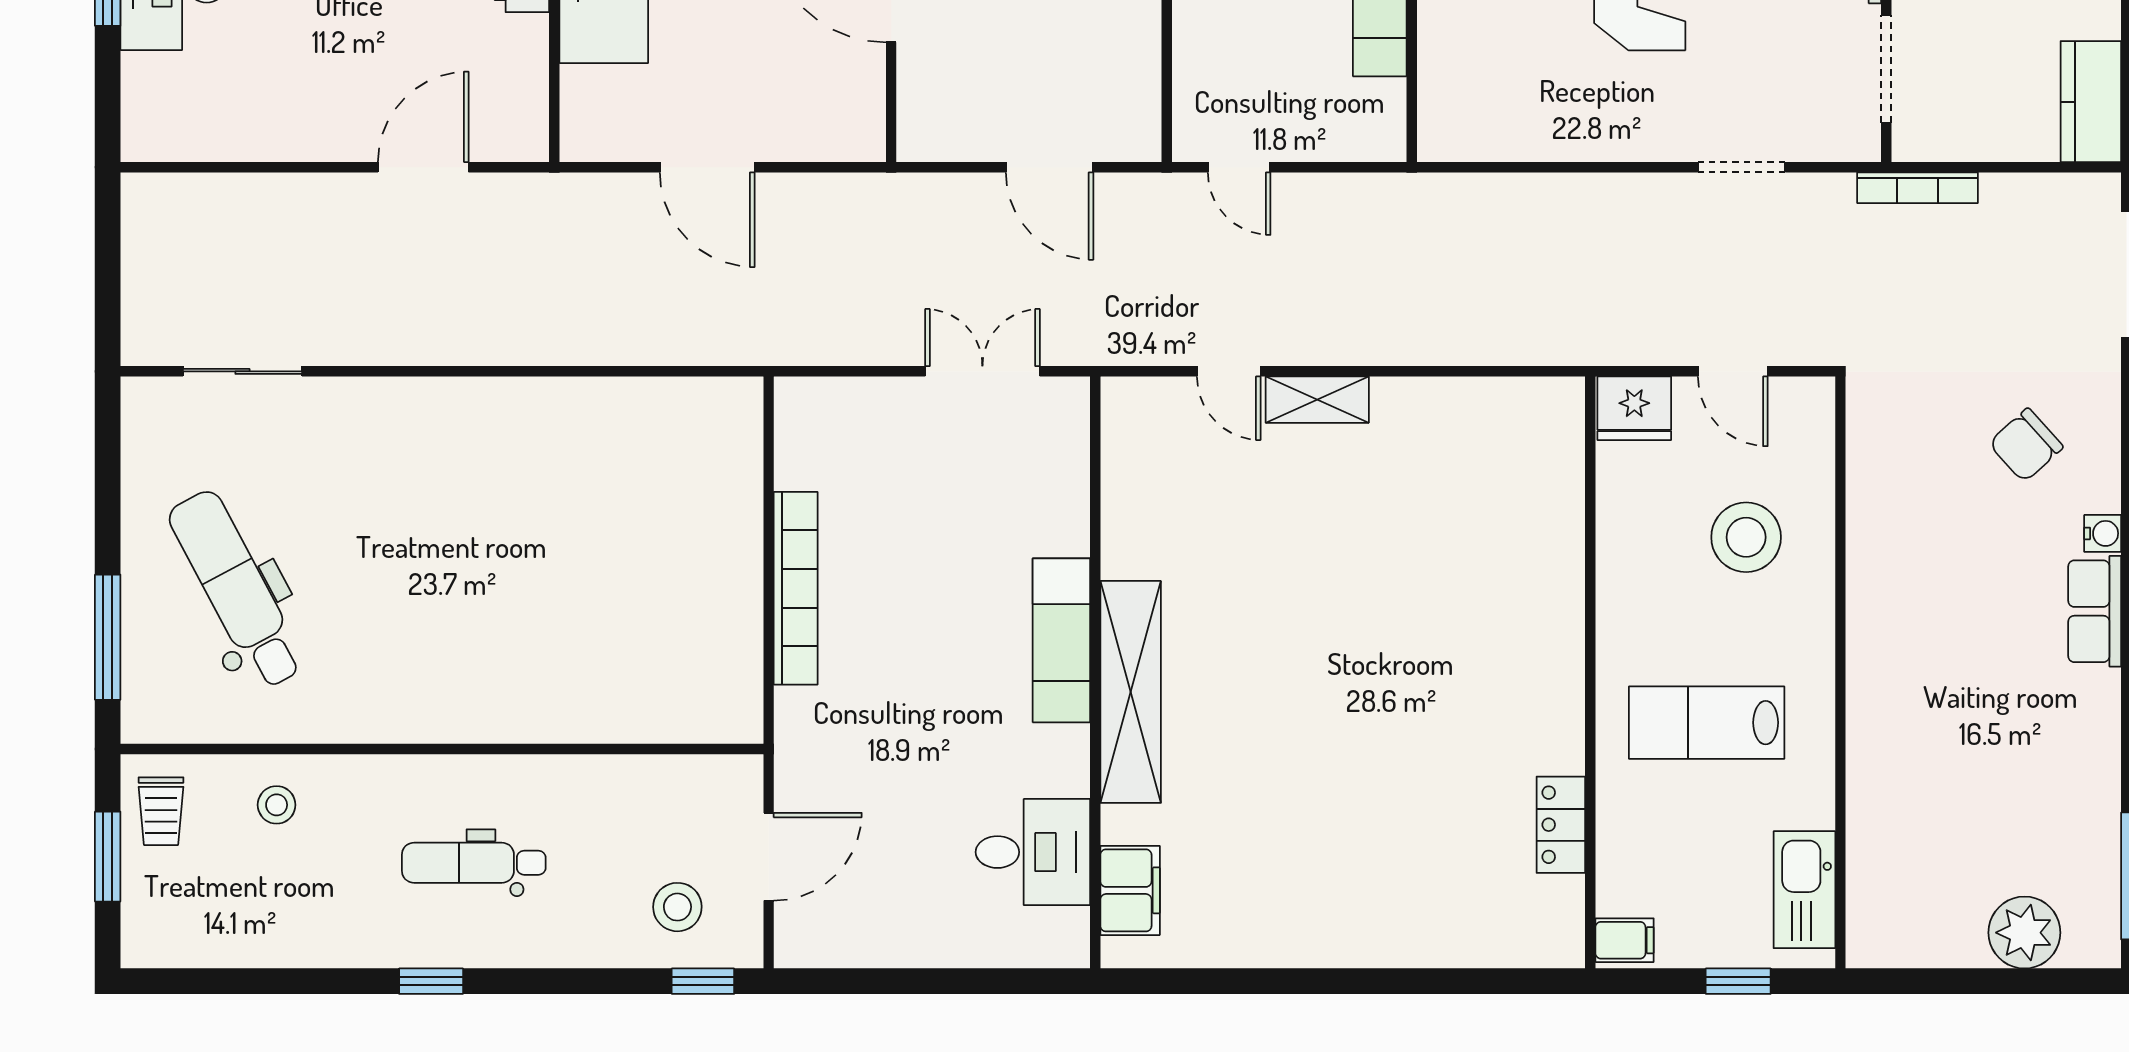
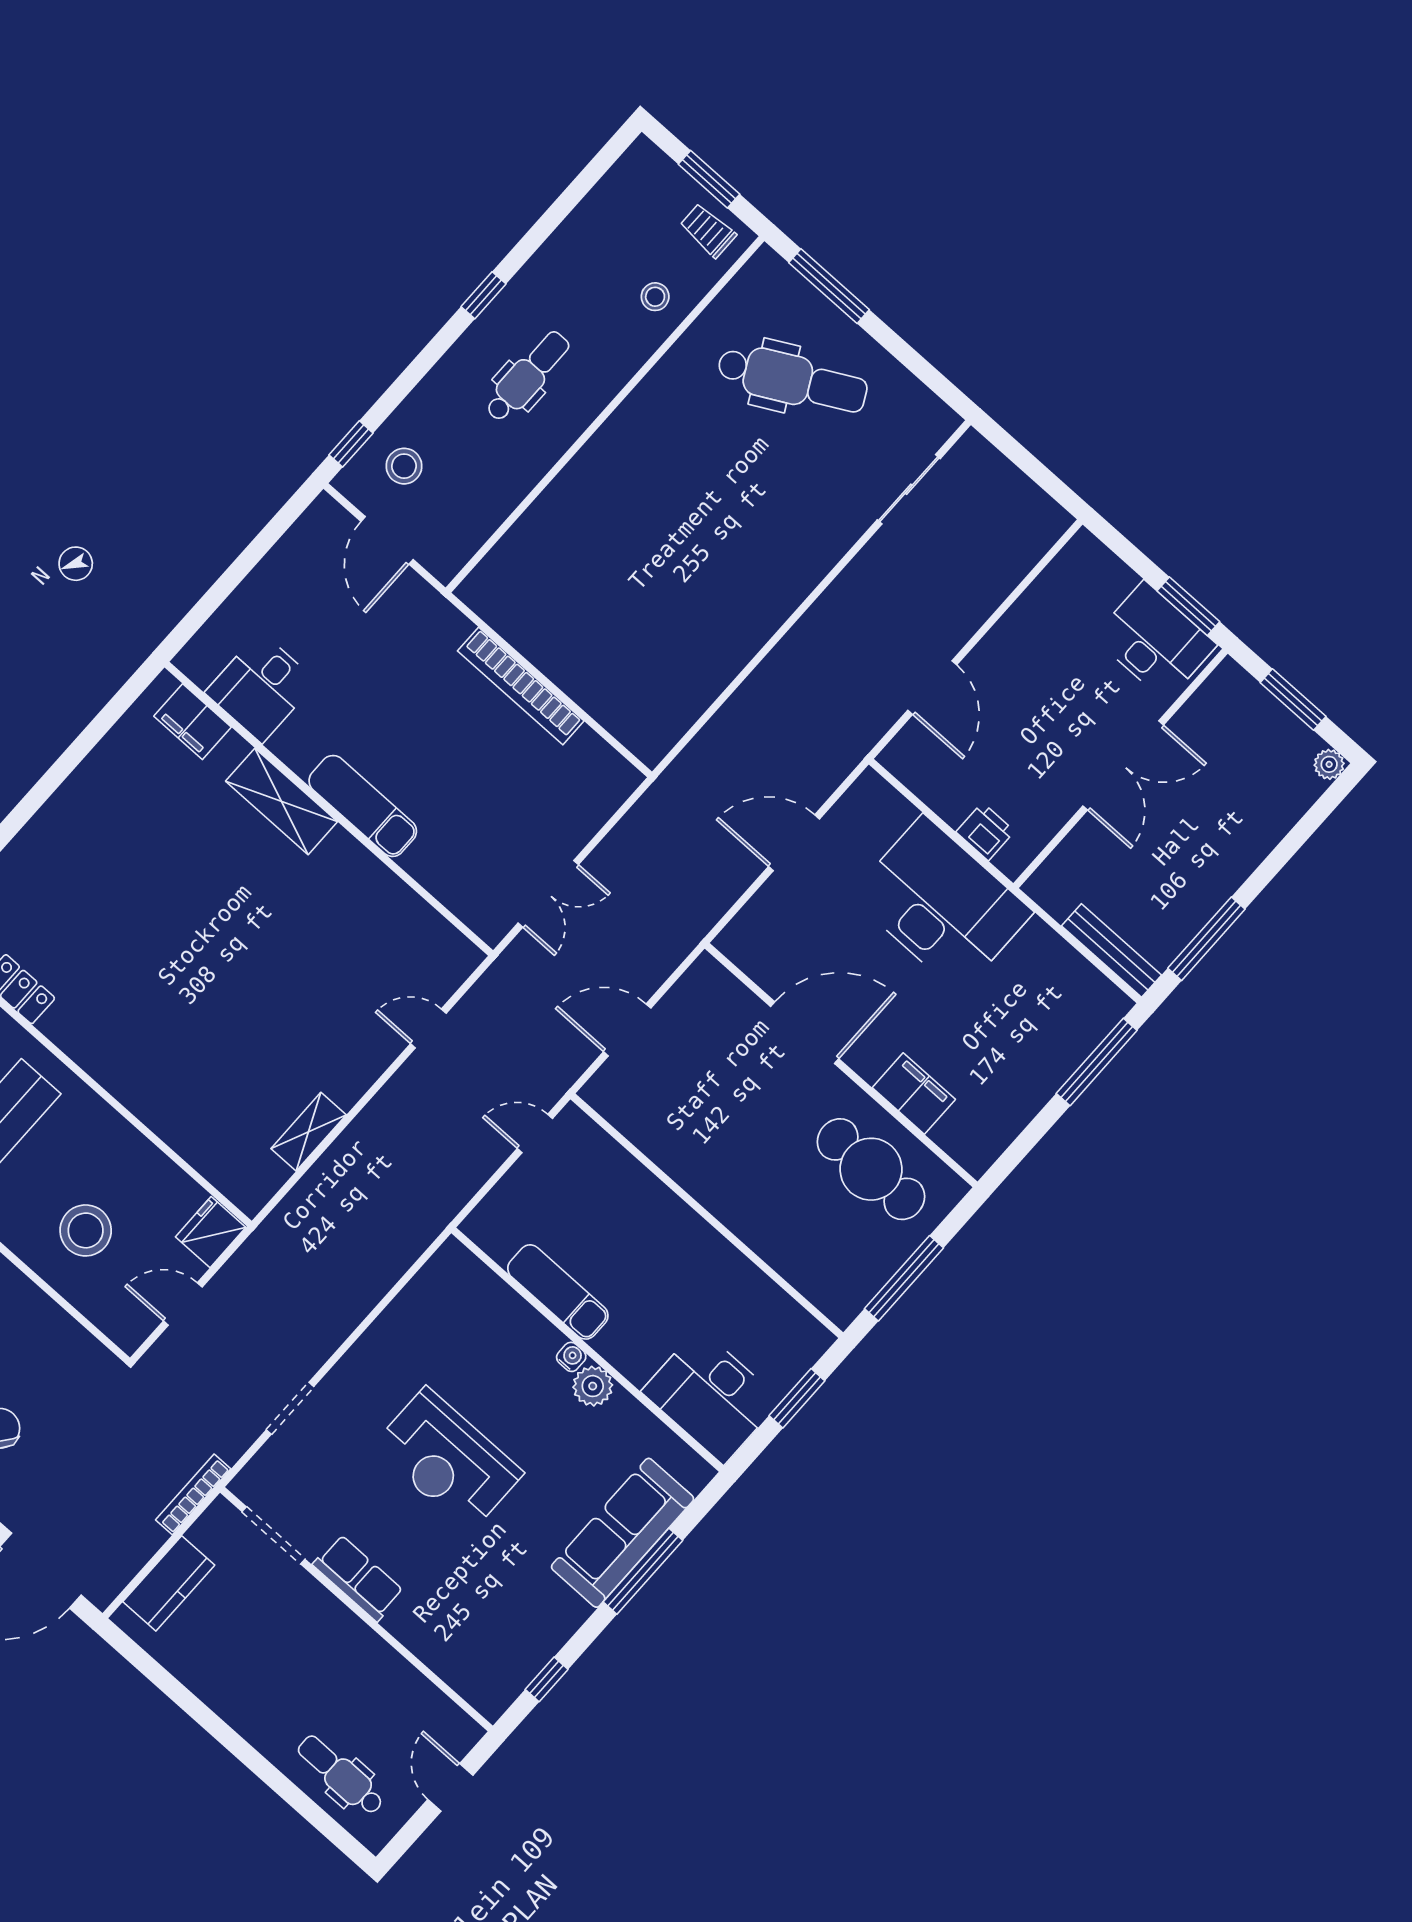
kitchen counter: (2091, 102) -> (169, 1583), moved, turned 90
shelving: (1317, 400) -> (309, 1132), moved
shelving: (1131, 692) -> (282, 801), width x0.68

